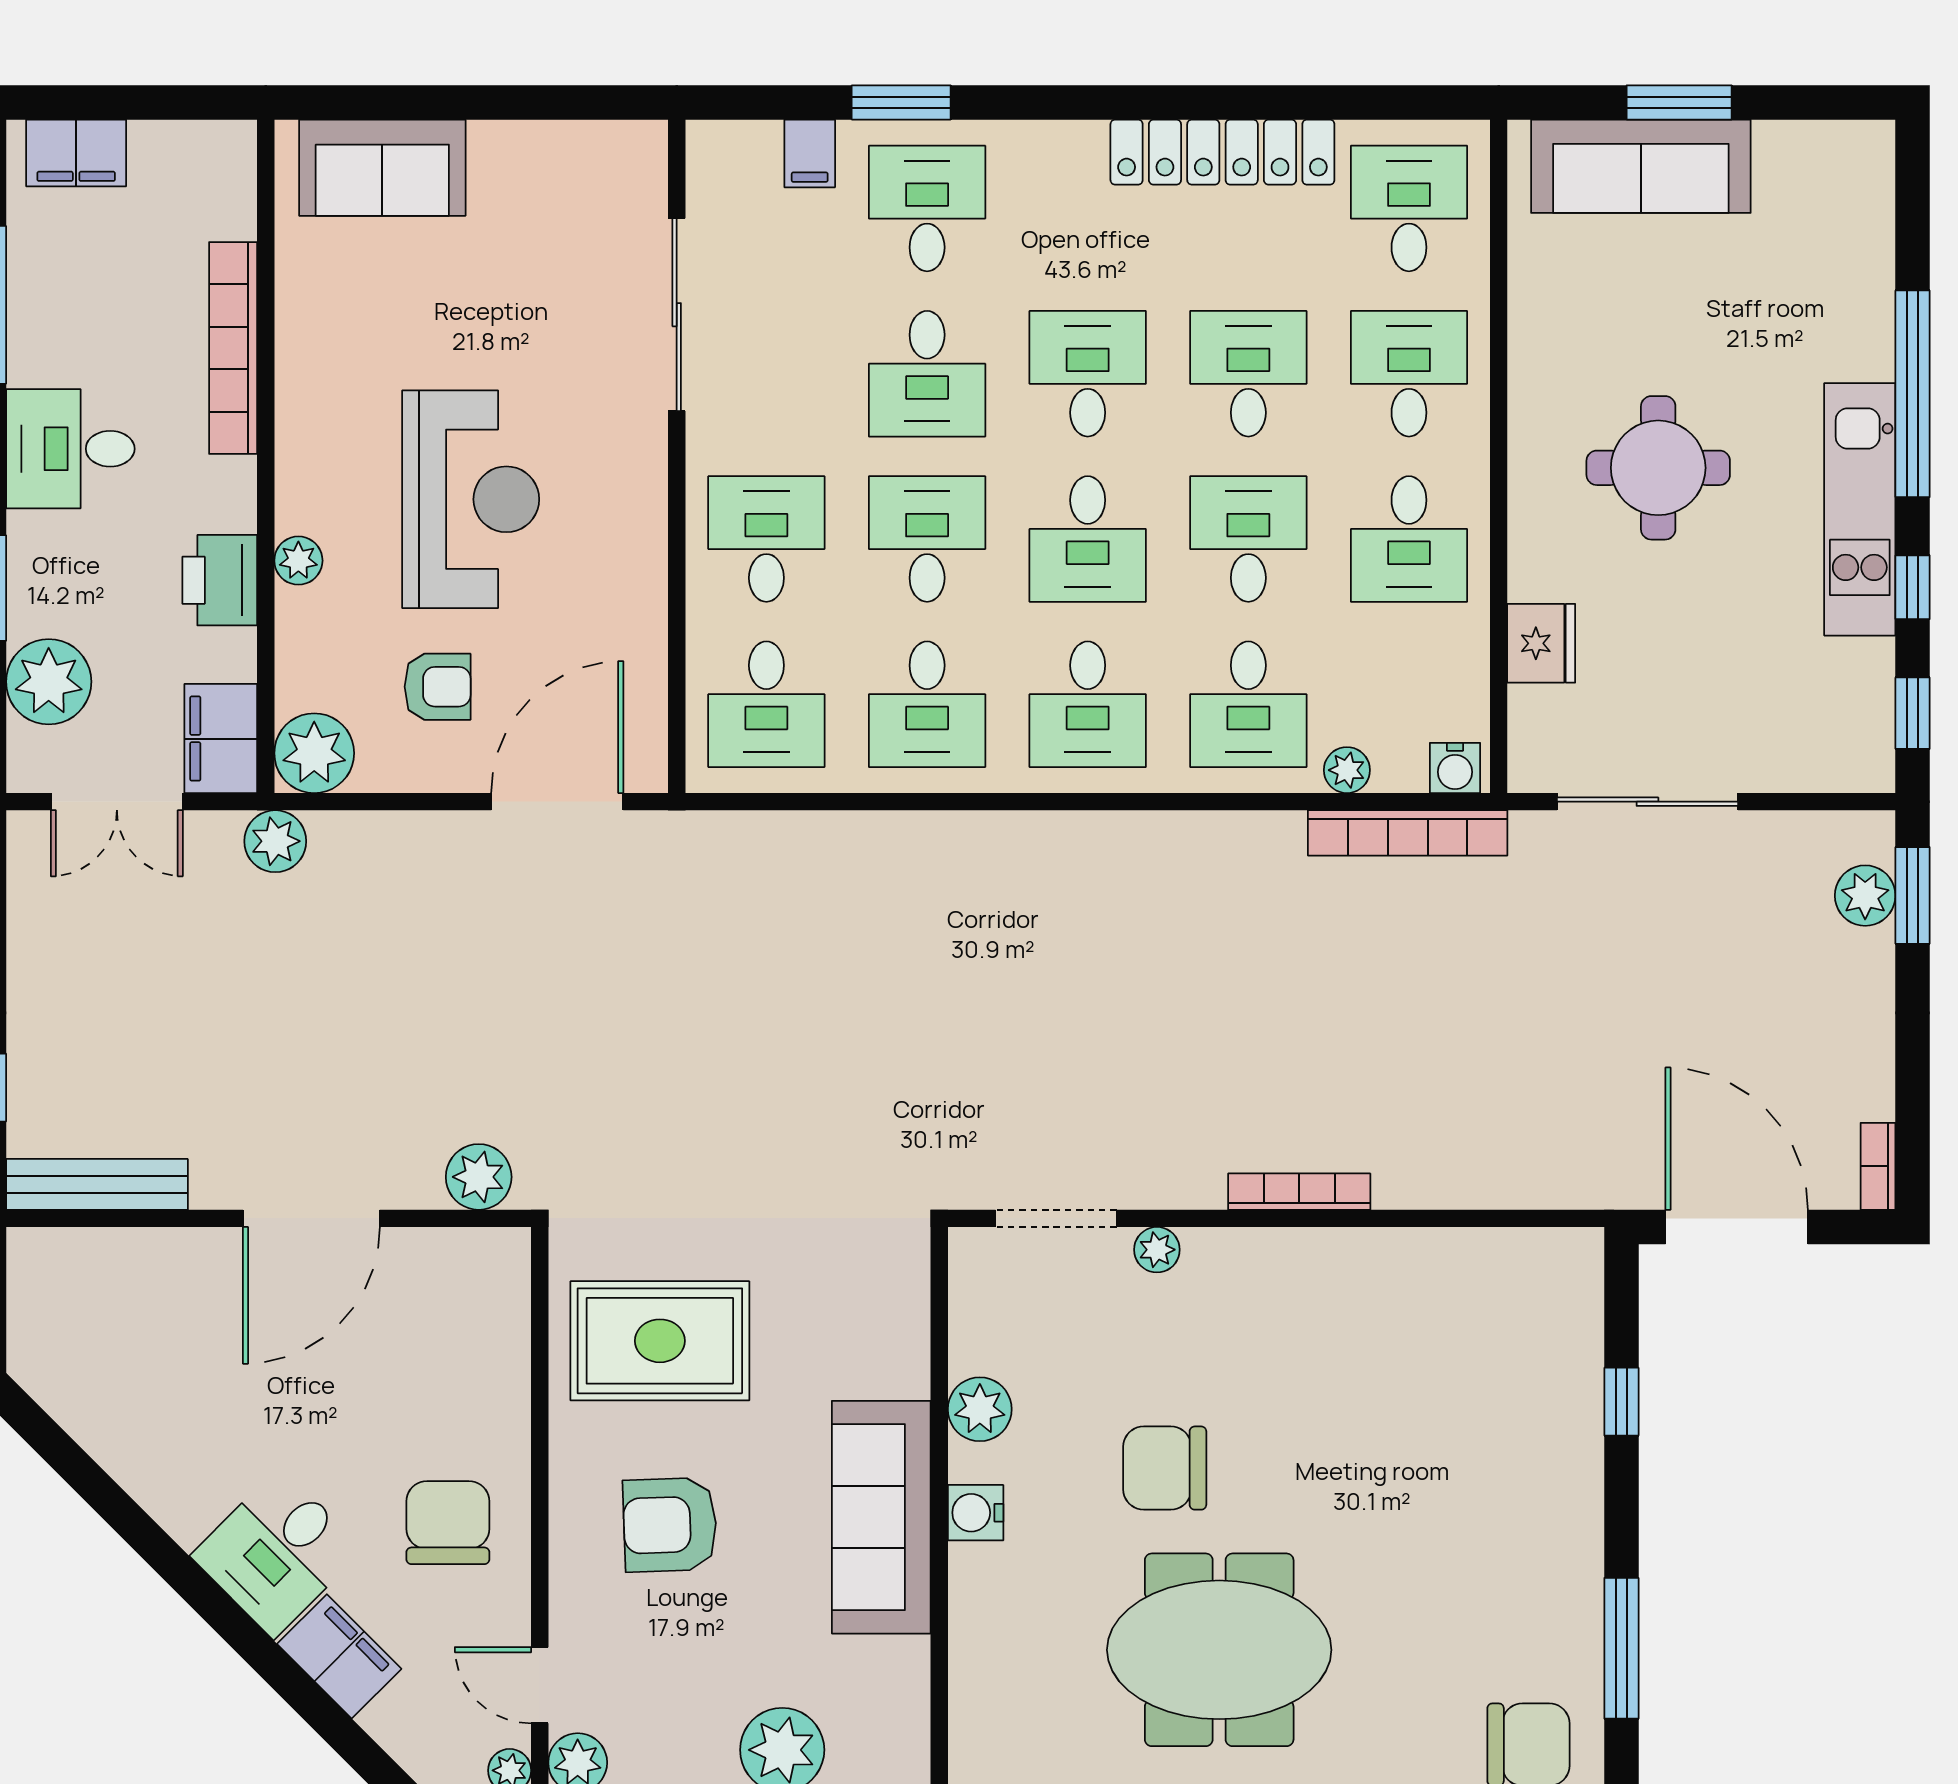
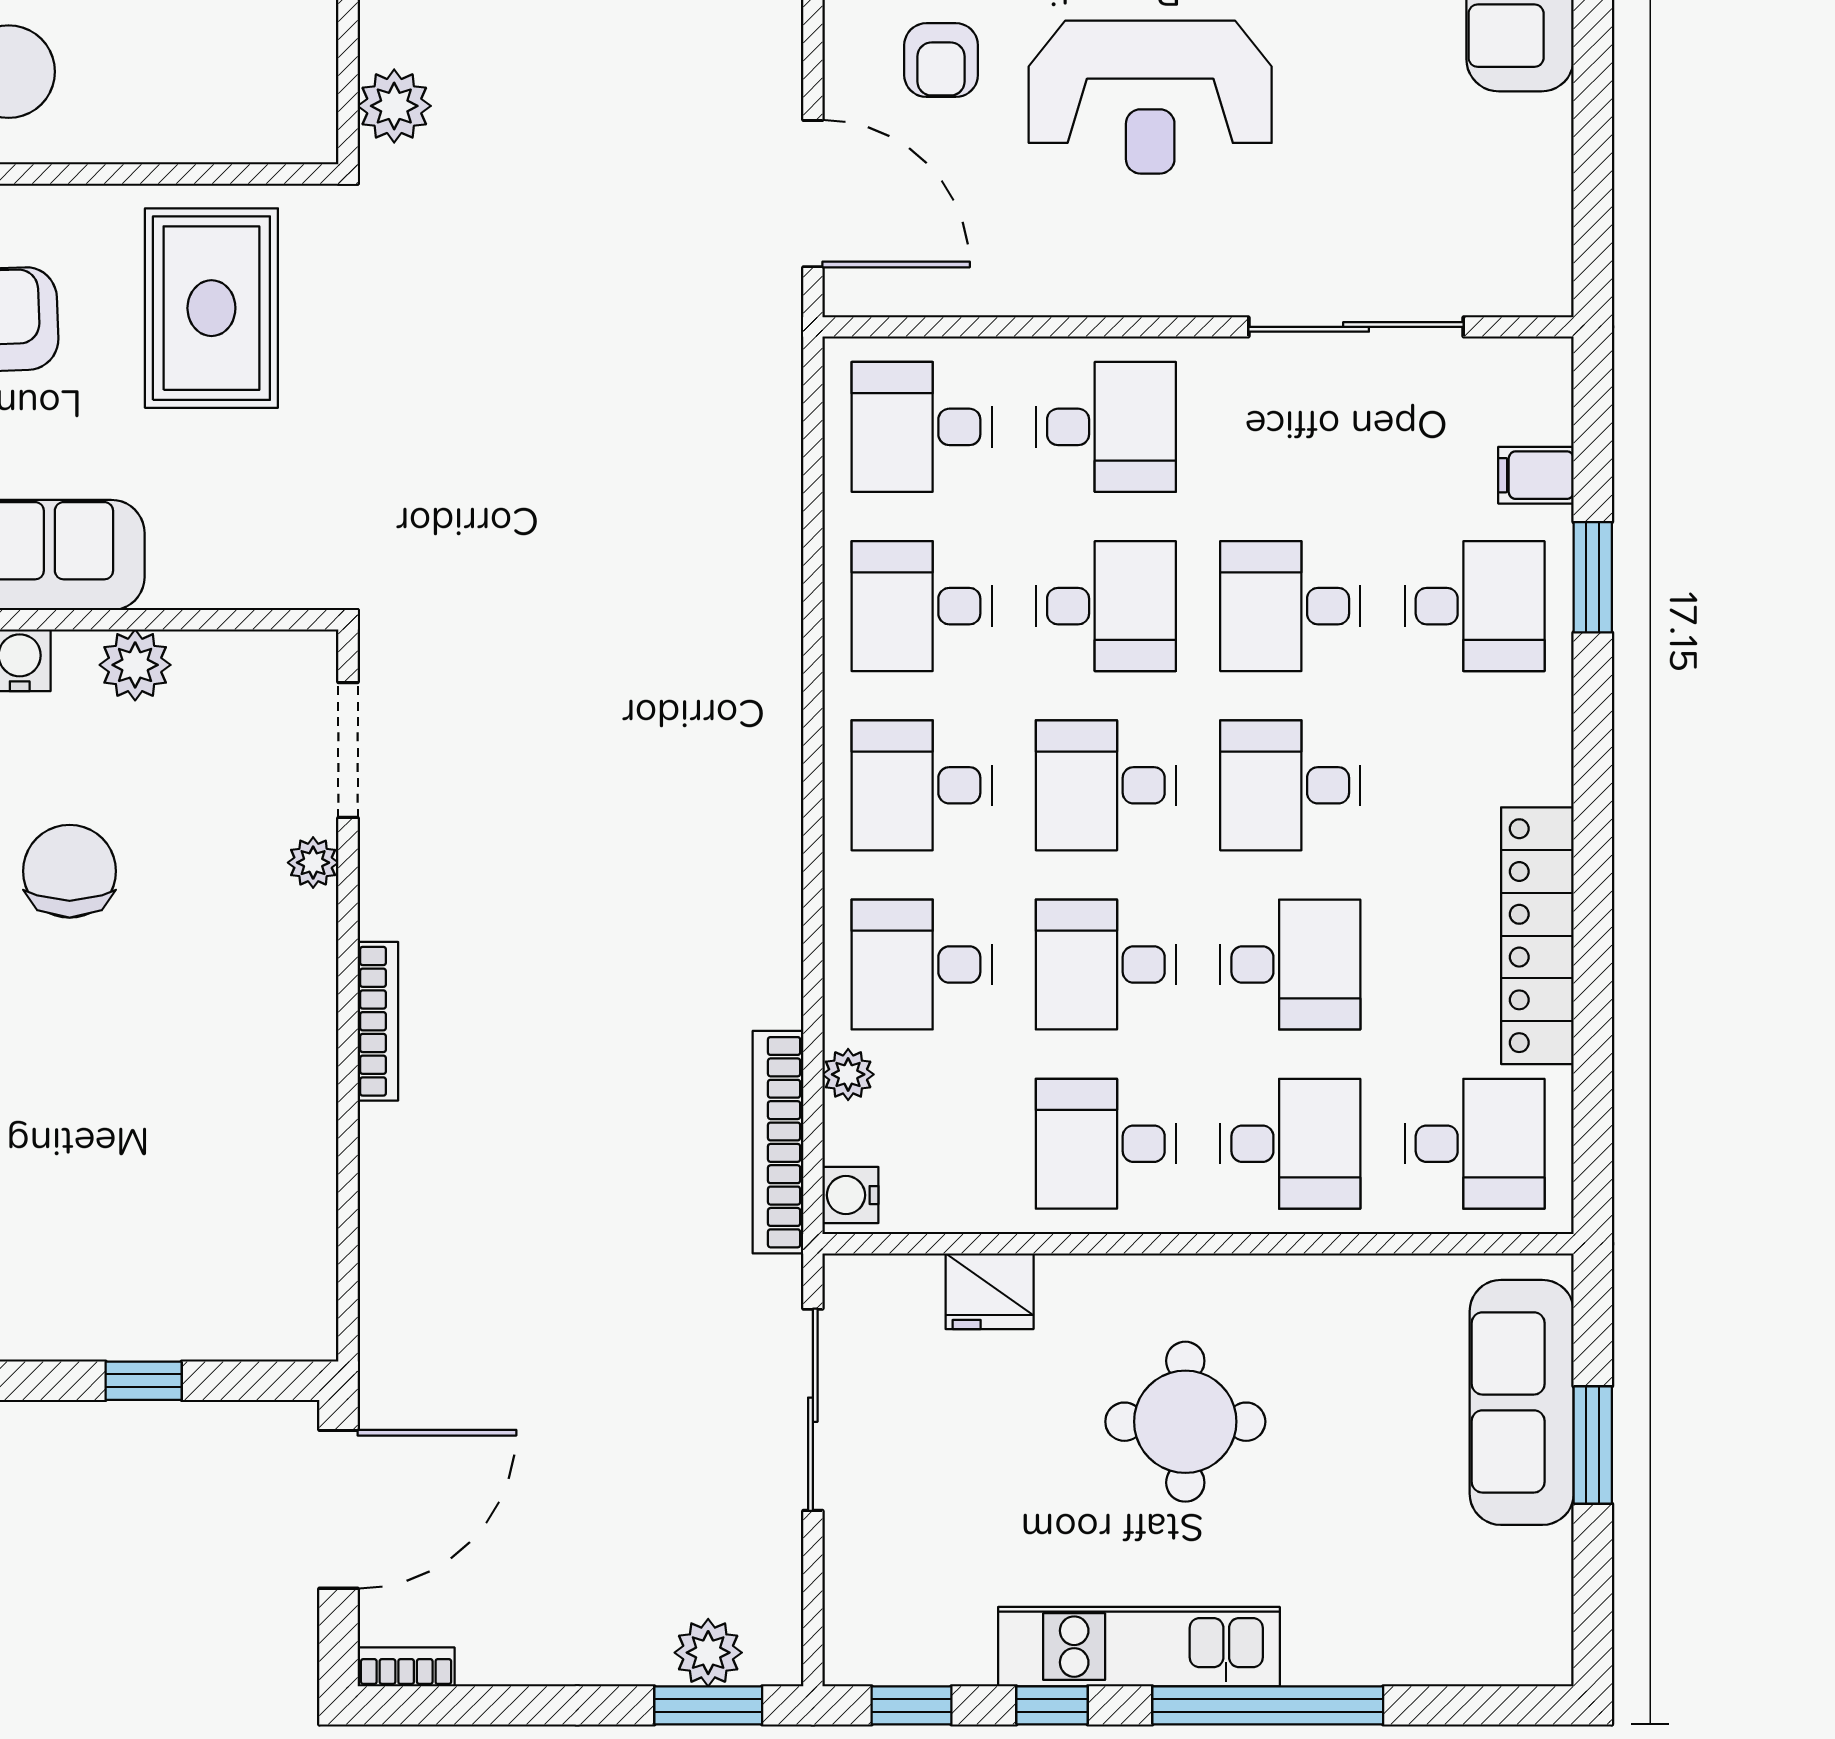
desk: (1088, 374) -> (1290, 785), turned 180
desk: (1248, 539) -> (1106, 965), turned 180

